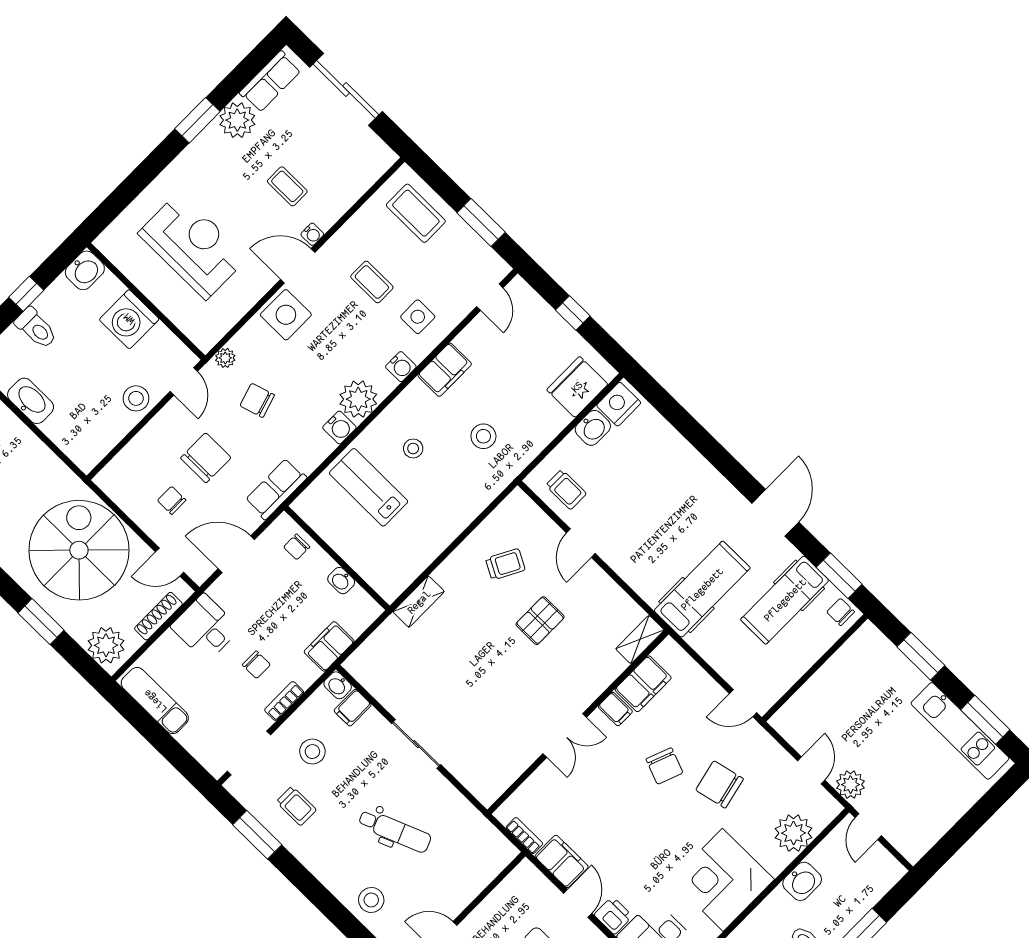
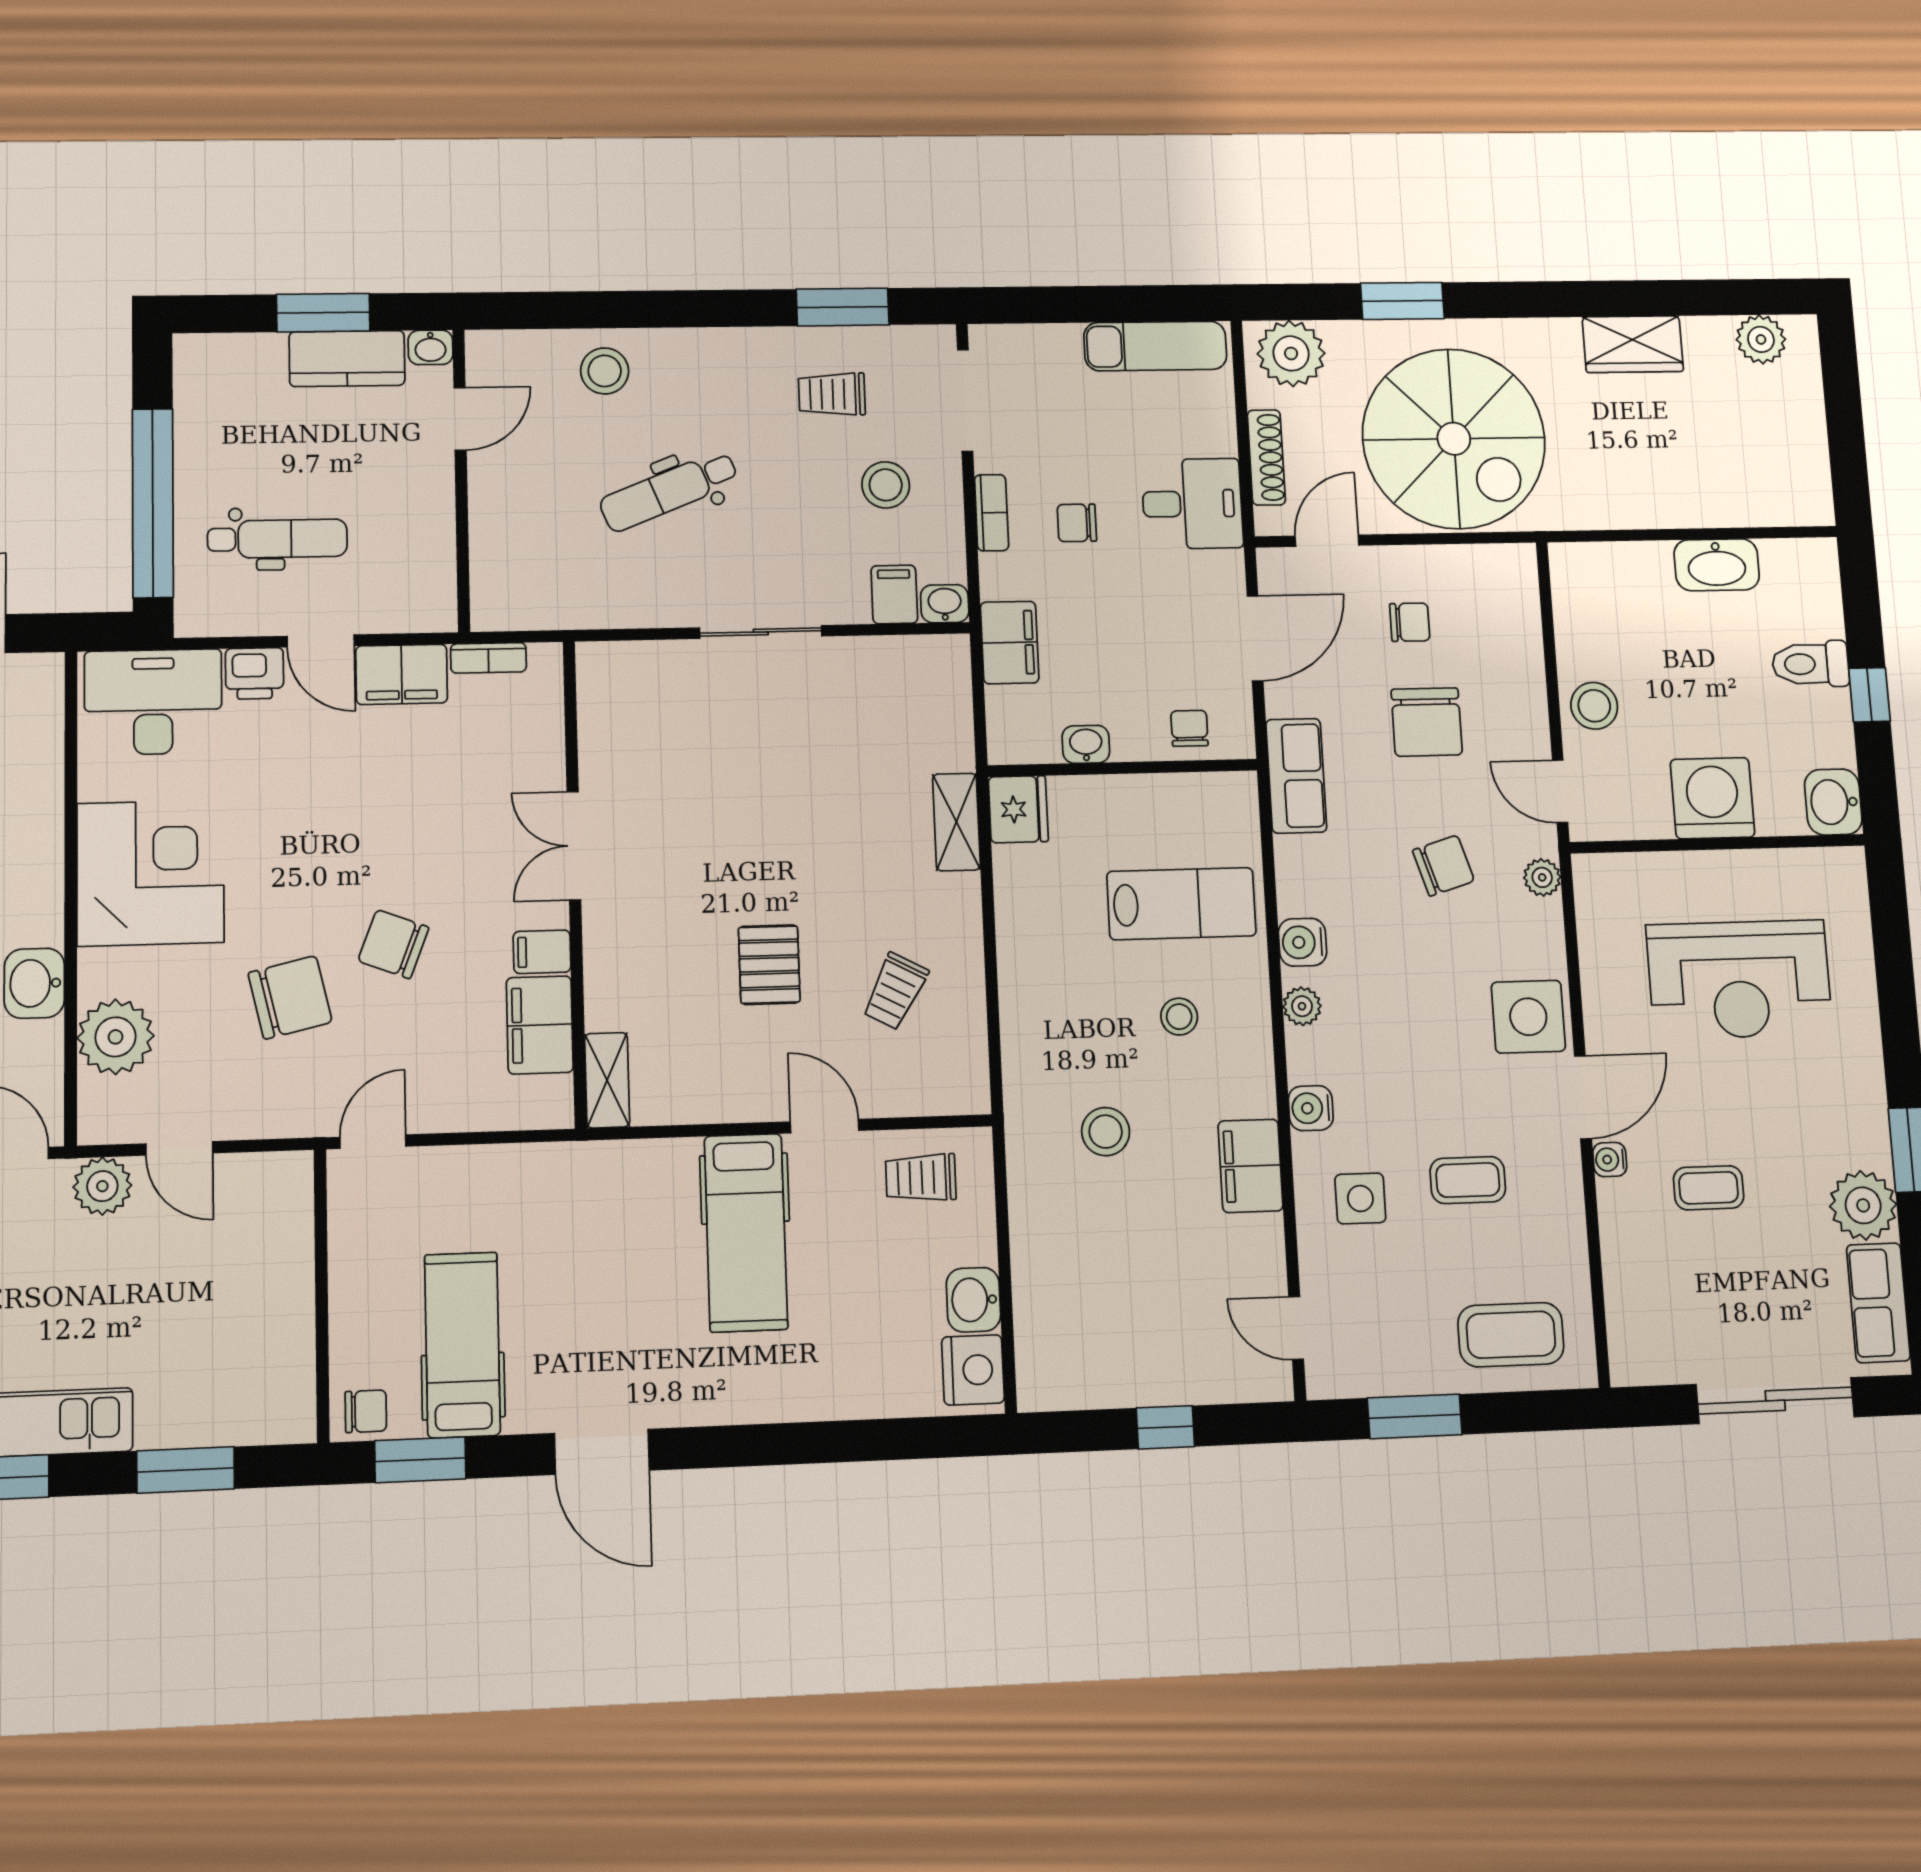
fridge: (577, 387) -> (1018, 809), moved, width x0.73, depth x0.75
plant: (358, 399) -> (1302, 1006), width x0.53, depth x0.53
hospital bed: (702, 589) -> (746, 1232), moved

